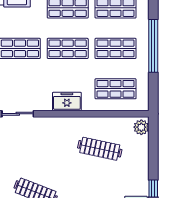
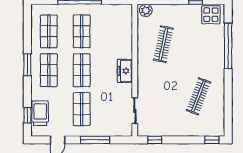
shop shelf: (116, 89) -> (115, 31), removed

